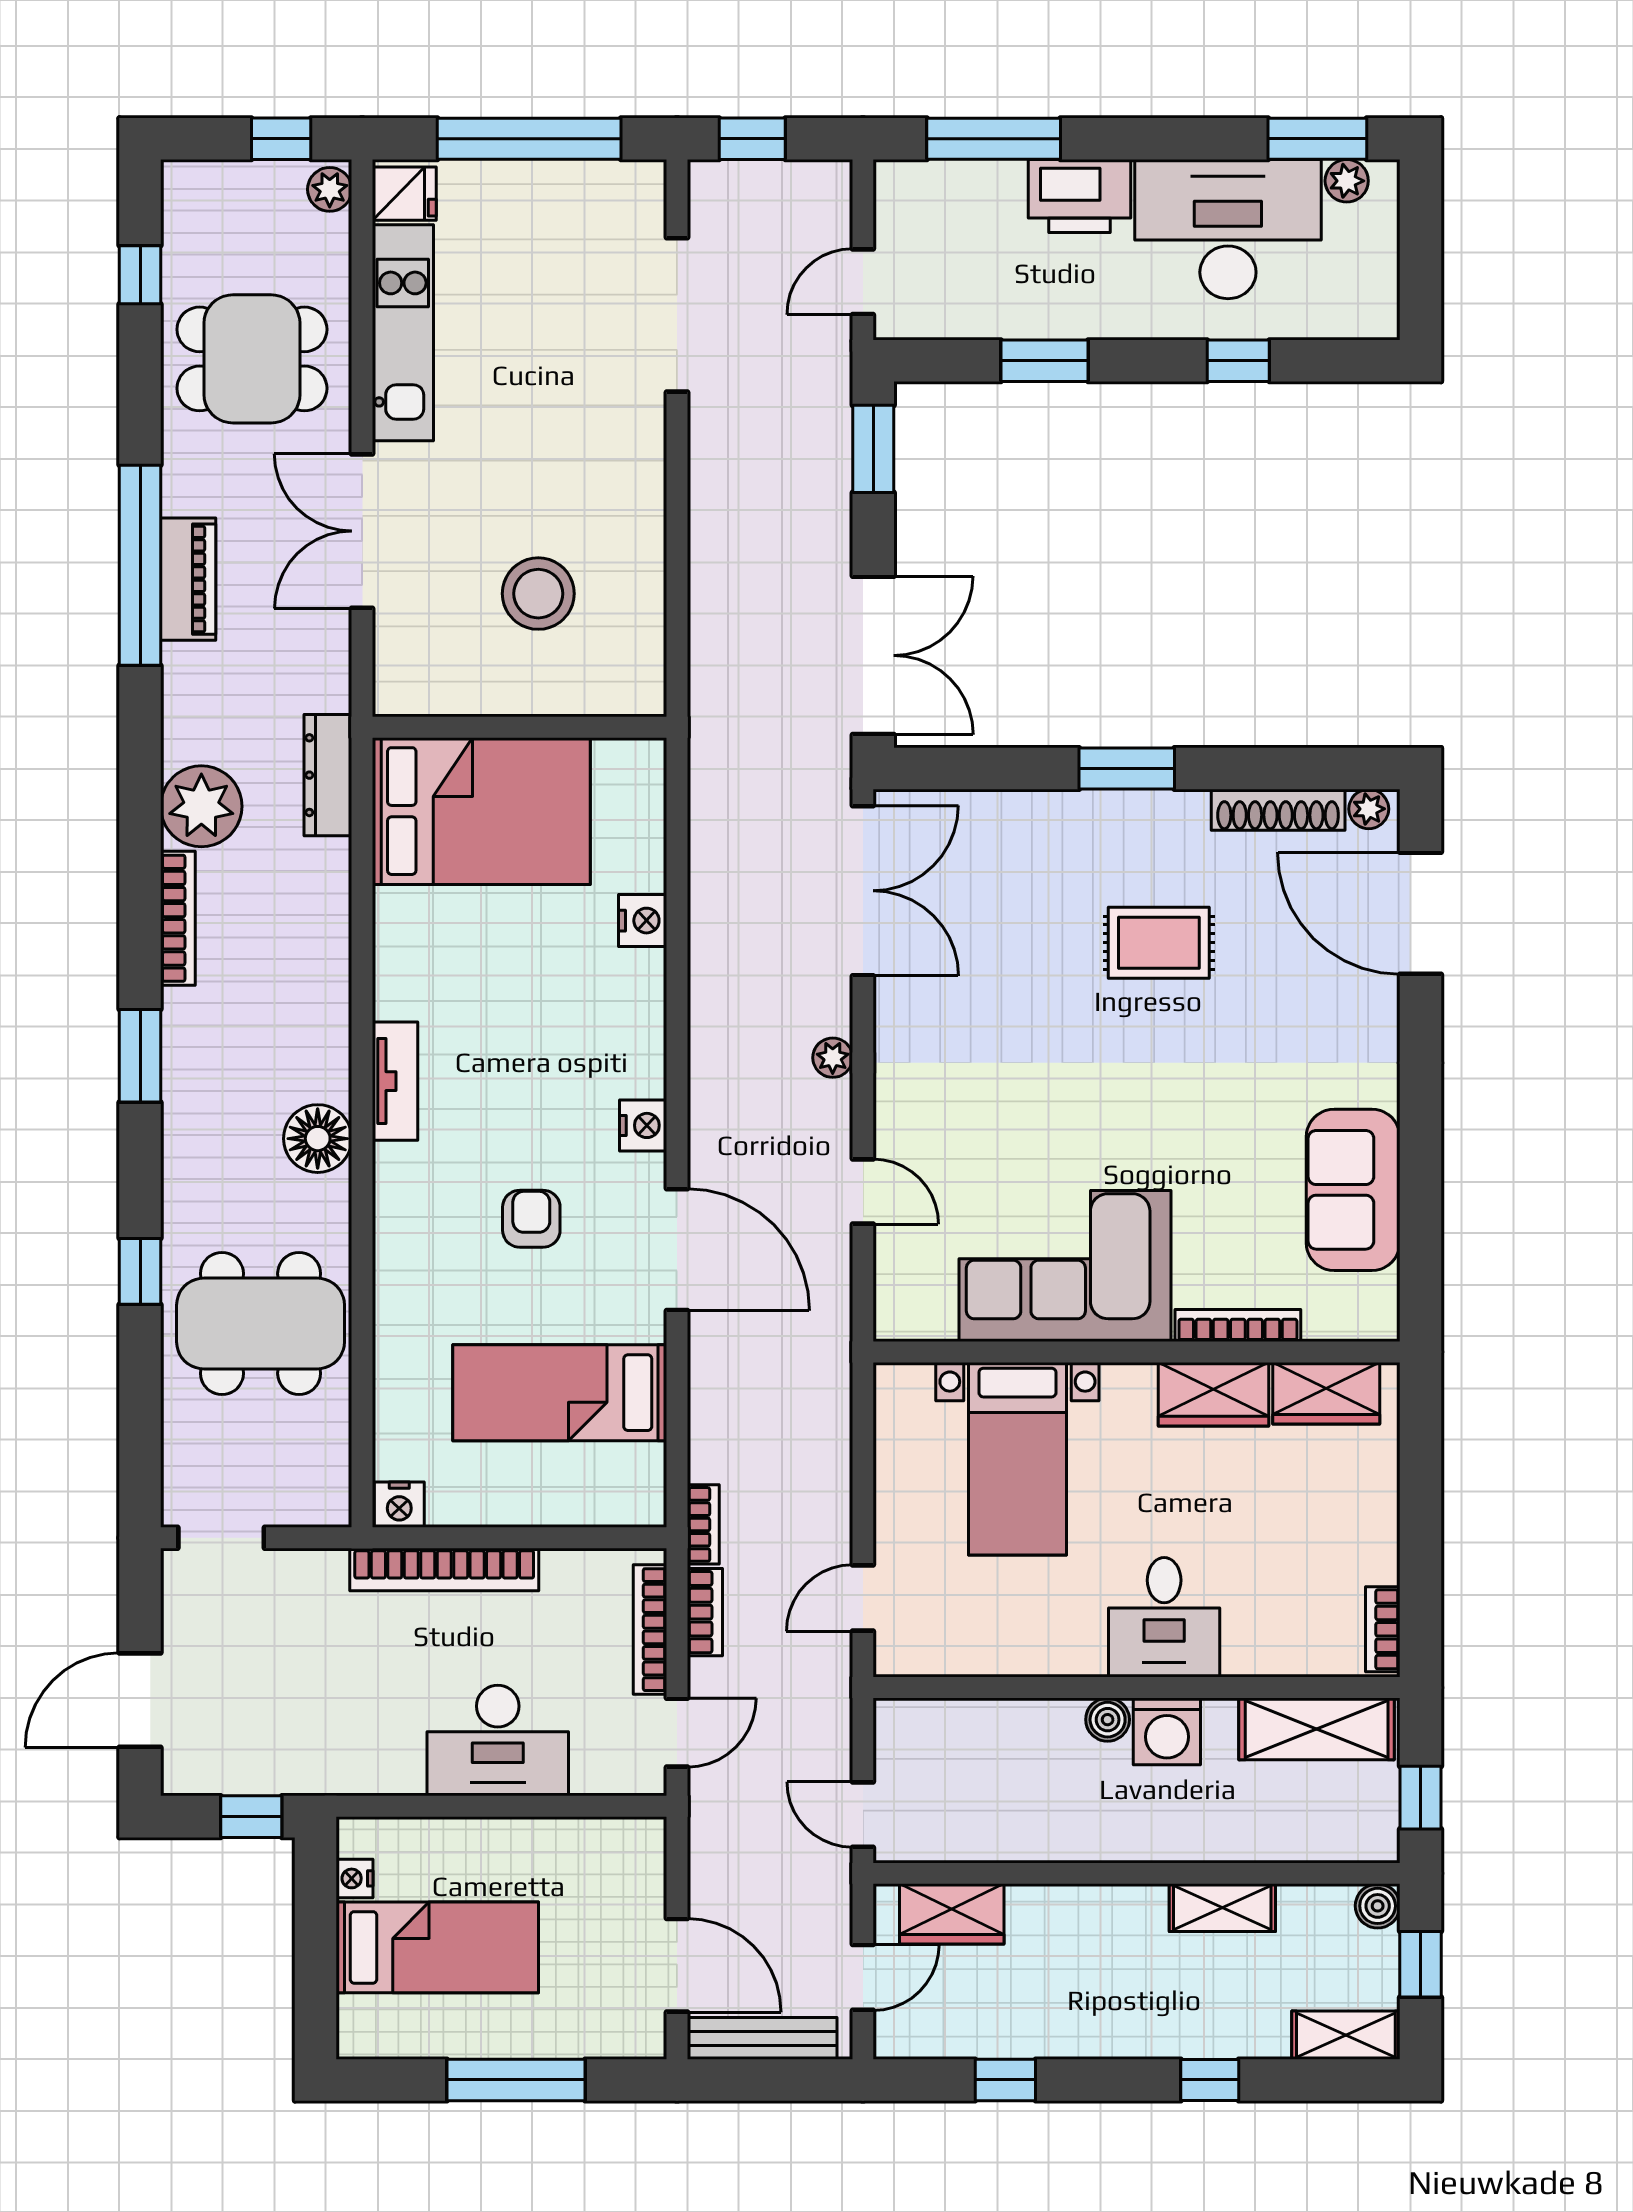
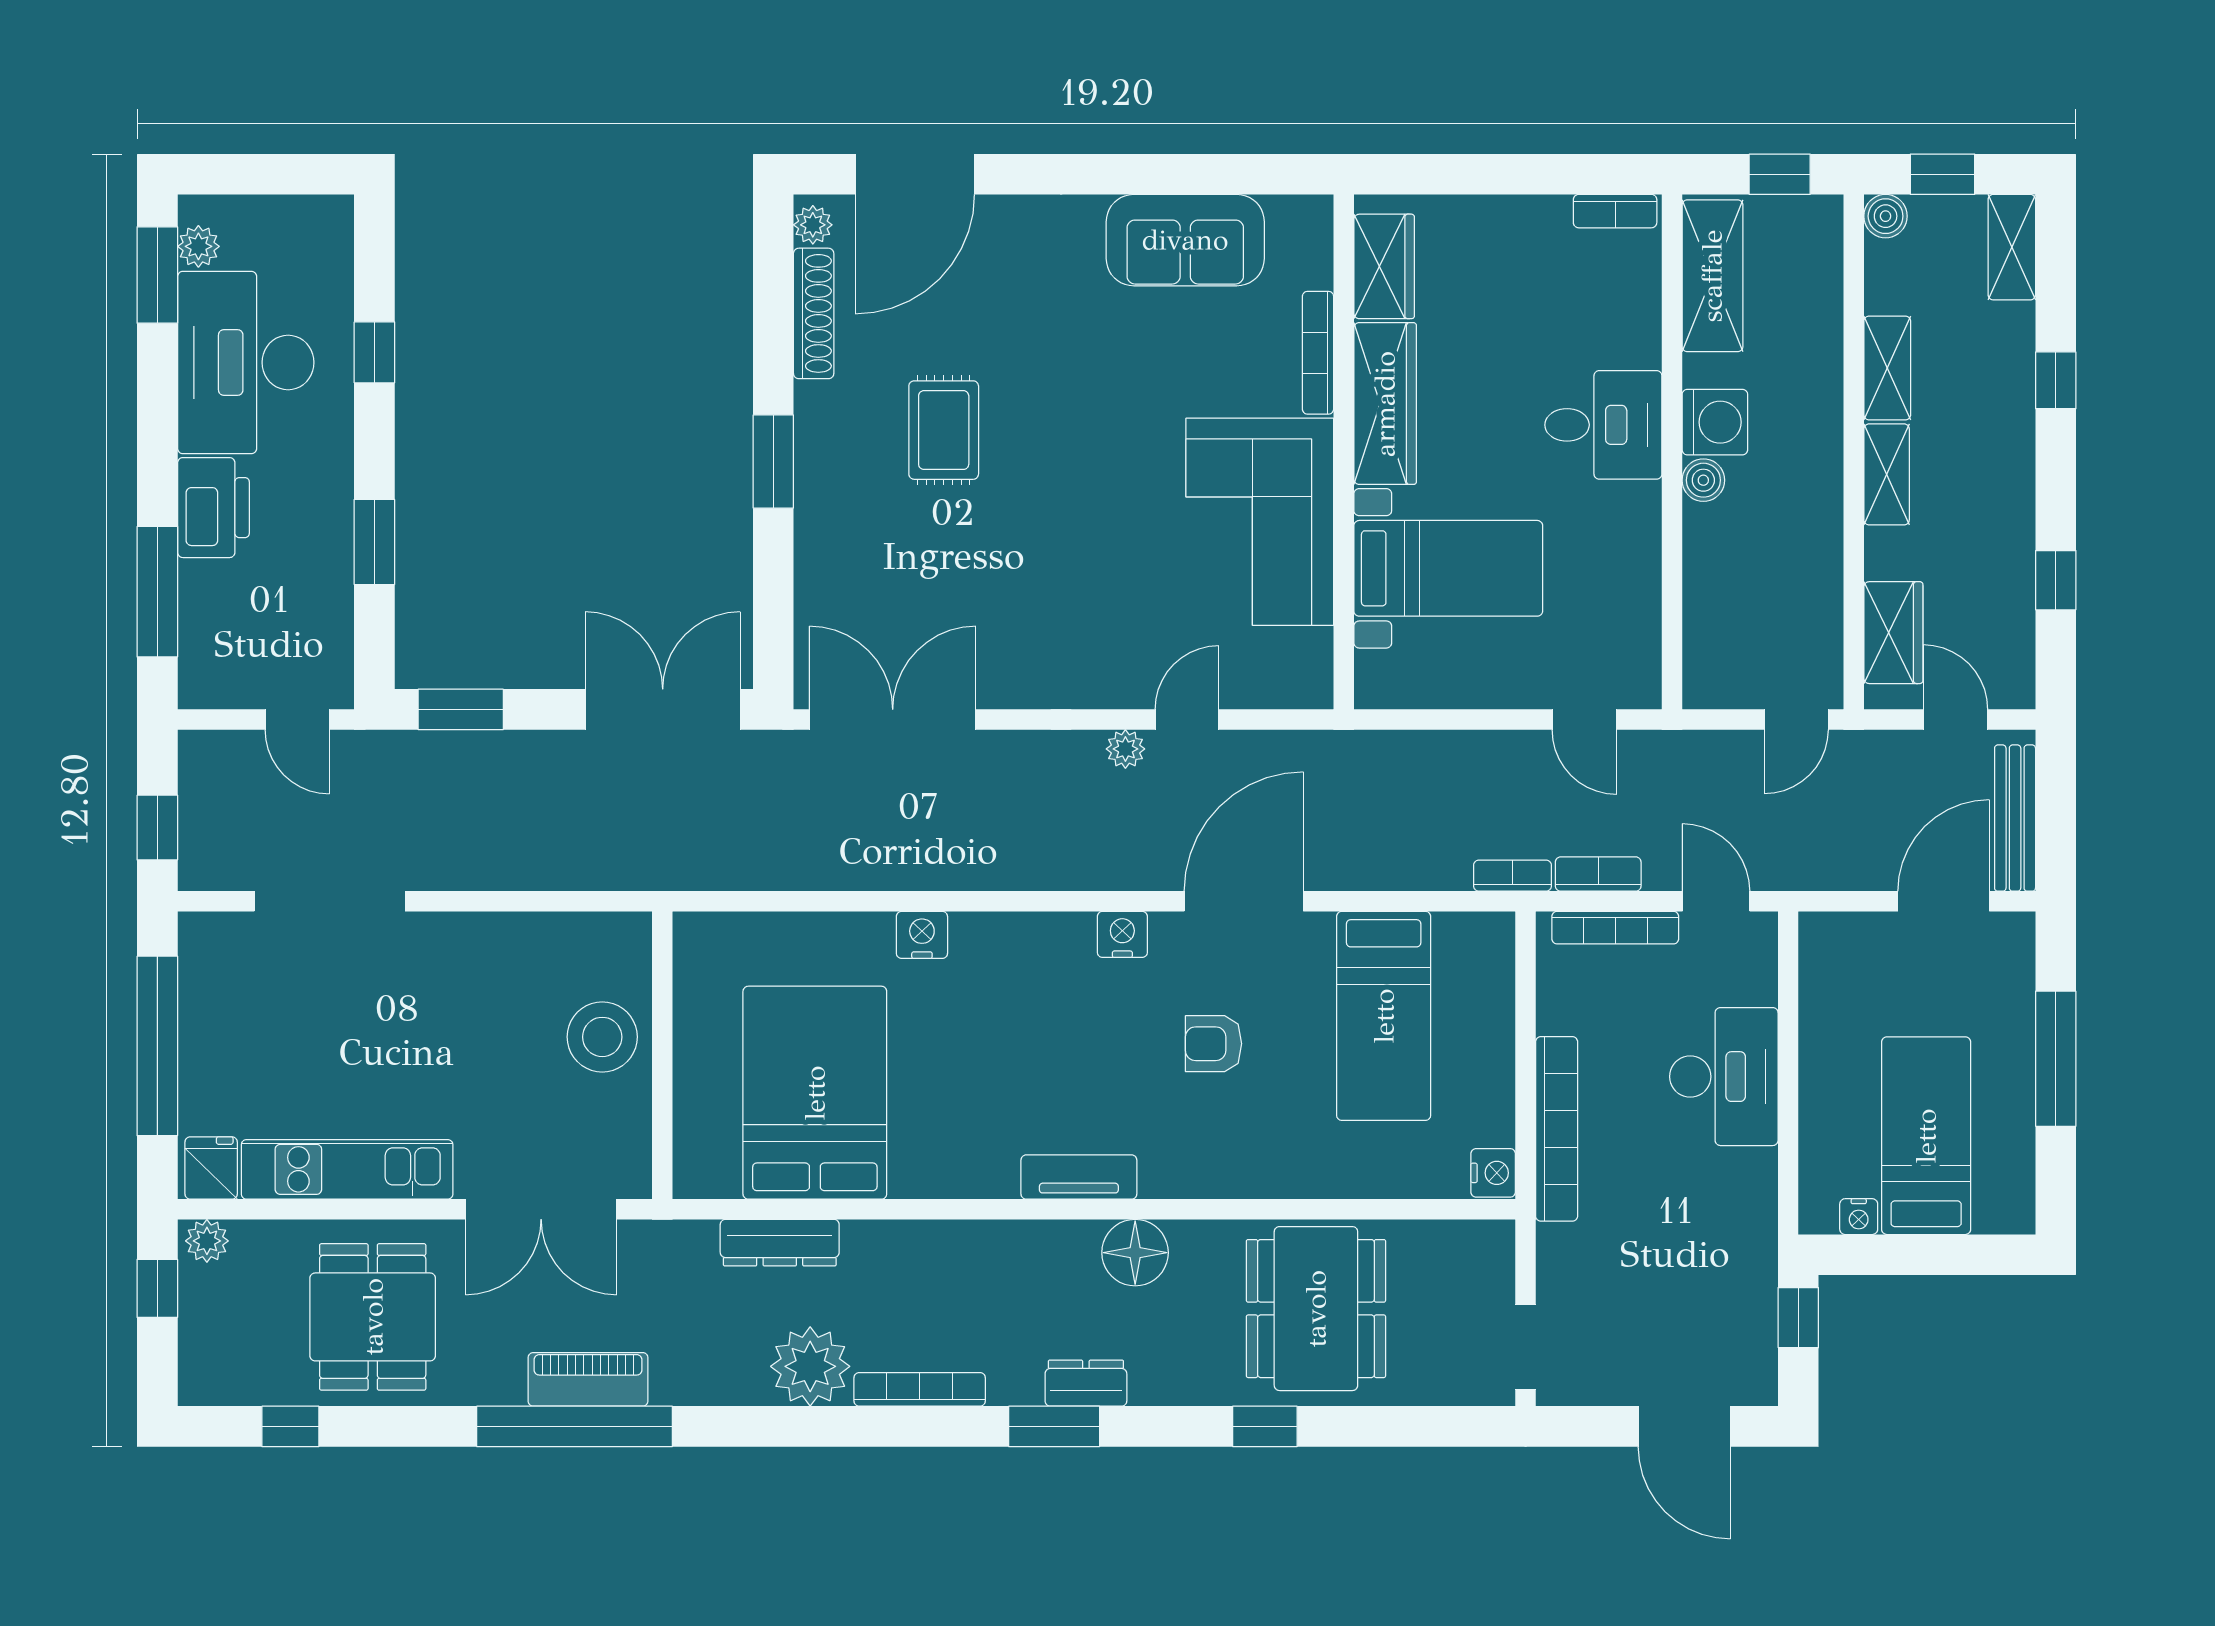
wall: (520, 727) -> (662, 1055), moved
plant: (833, 1058) -> (1125, 749), moved
dresser: (184, 1088) -> (1086, 1383), added
wardrobe: (1214, 1394) -> (1385, 404), width x1.50
shelving: (1113, 1907) -> (1887, 474), added

